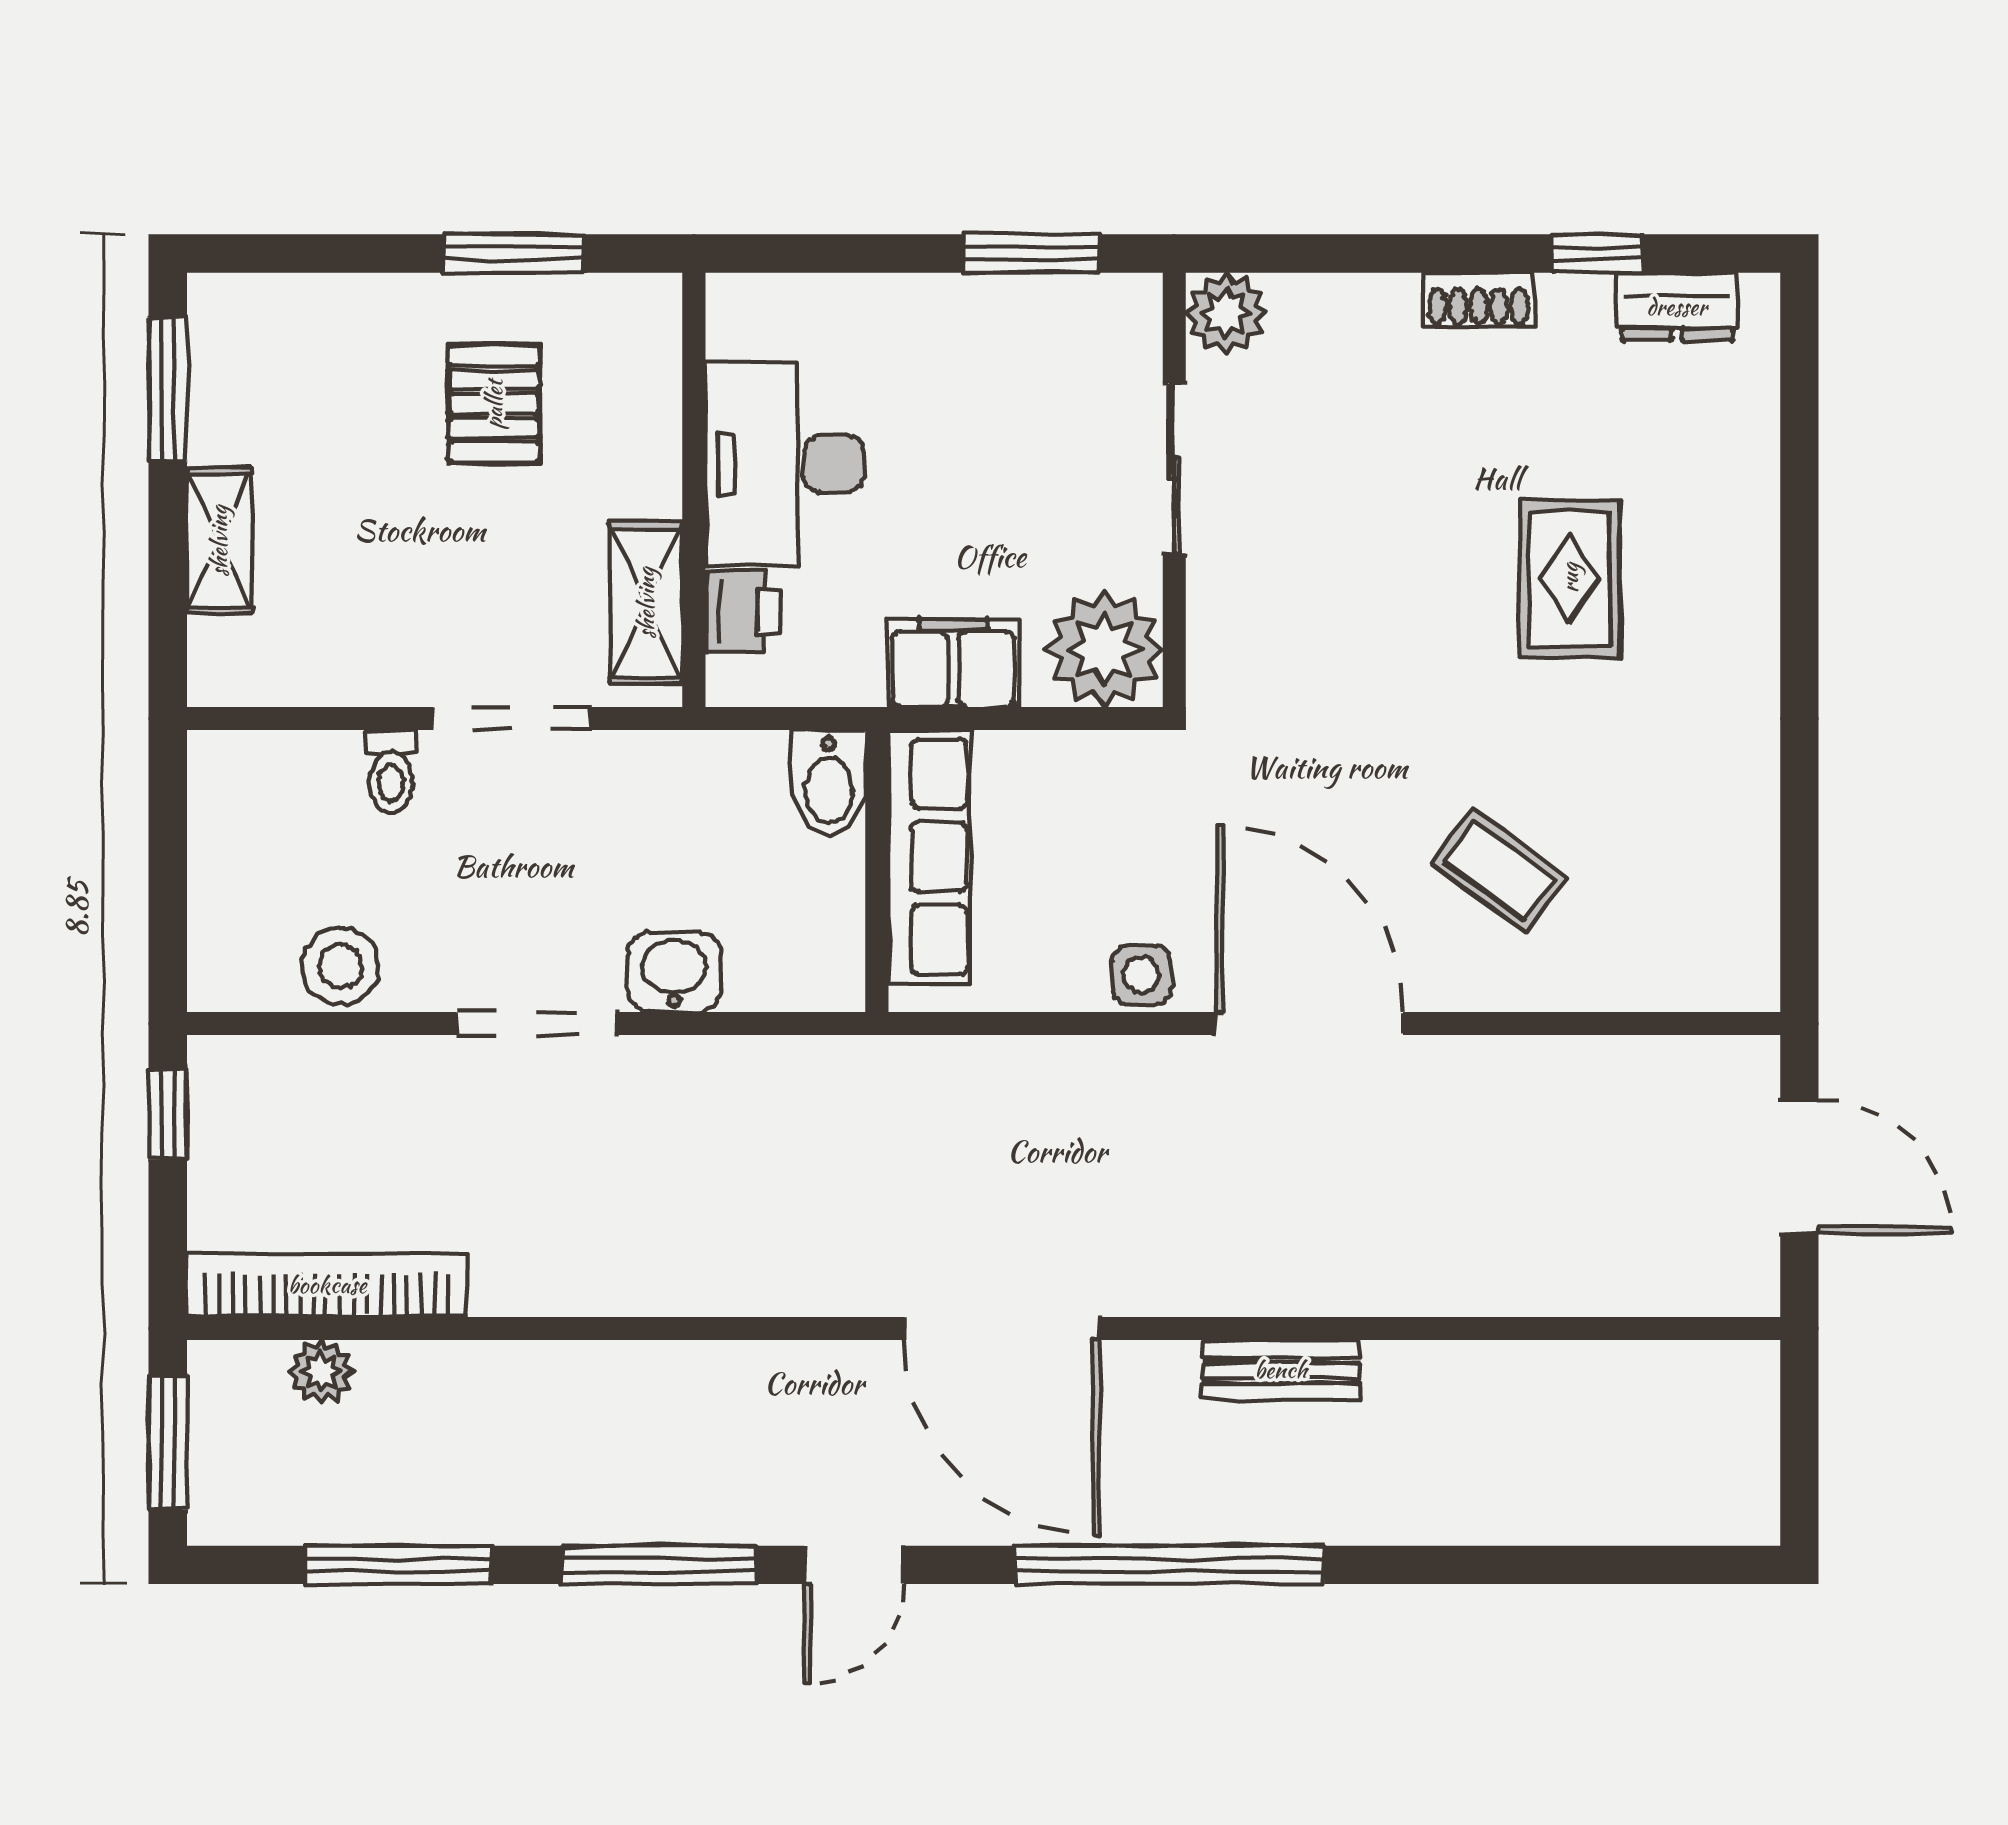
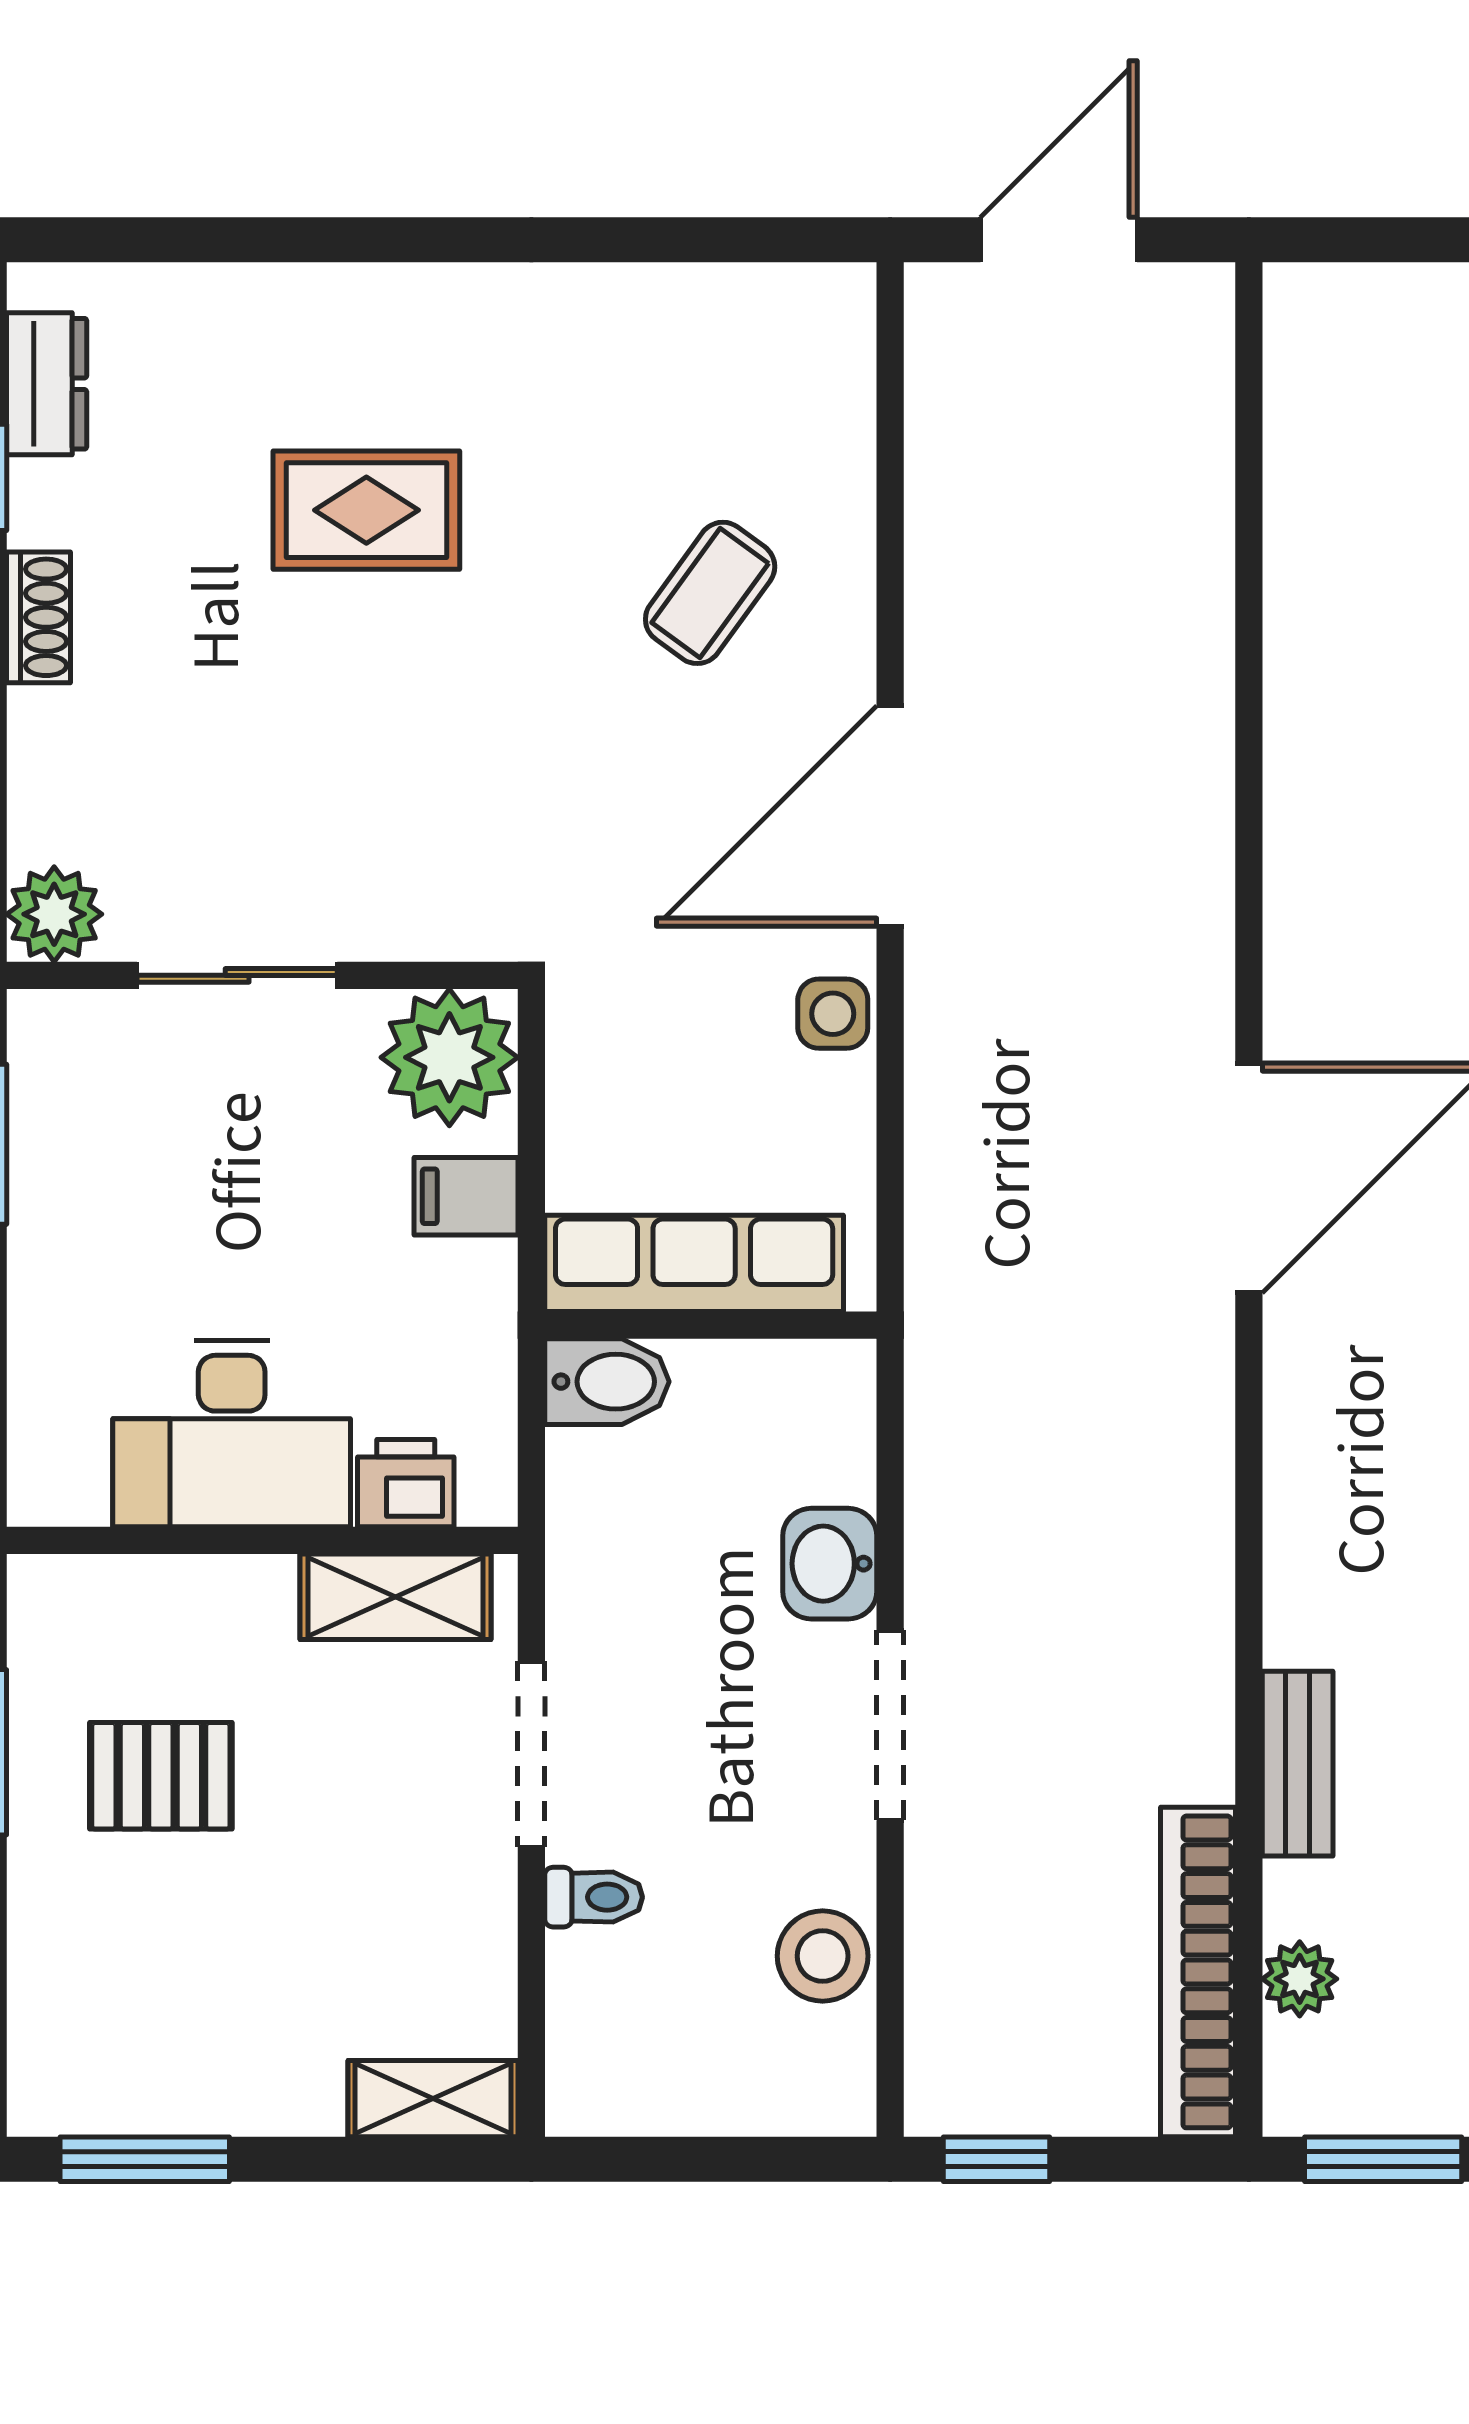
shelving: (219, 541) -> (433, 2099), moved
filing cabinet: (953, 663) -> (466, 1196), width x0.50
bench: (1281, 1370) -> (1298, 1764), moved

